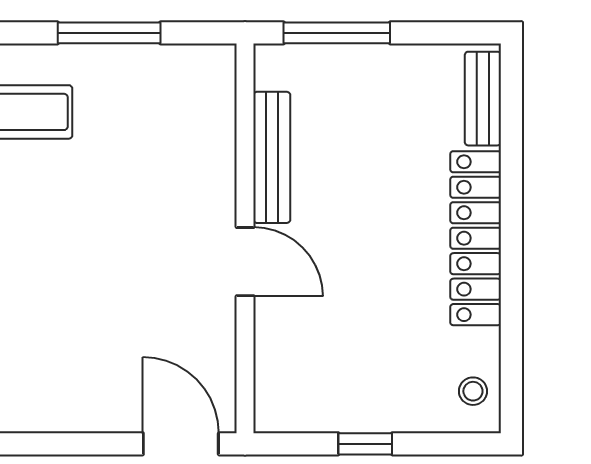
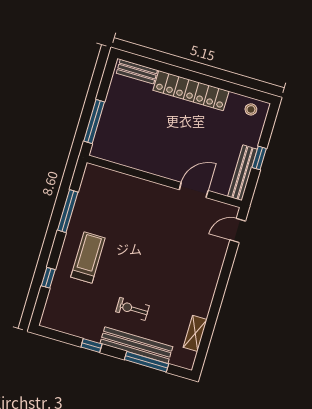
bench: (272, 157) -> (242, 173), moved, turned 90
door: (245, 262) -> (194, 190), moved
door: (181, 444) -> (238, 230), width x0.73

